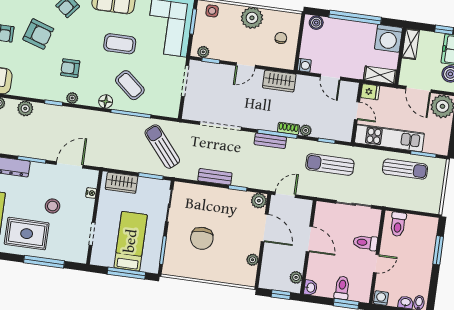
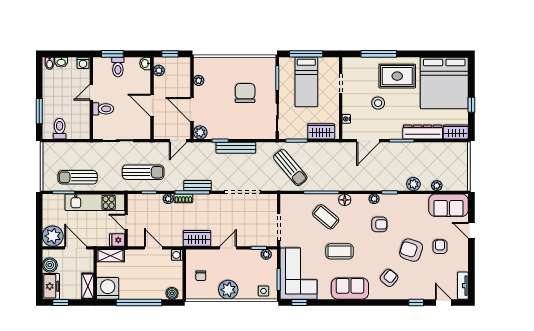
bench: (215, 177) -> (236, 148), width x1.36
toilet: (398, 224) -> (60, 129), moved

